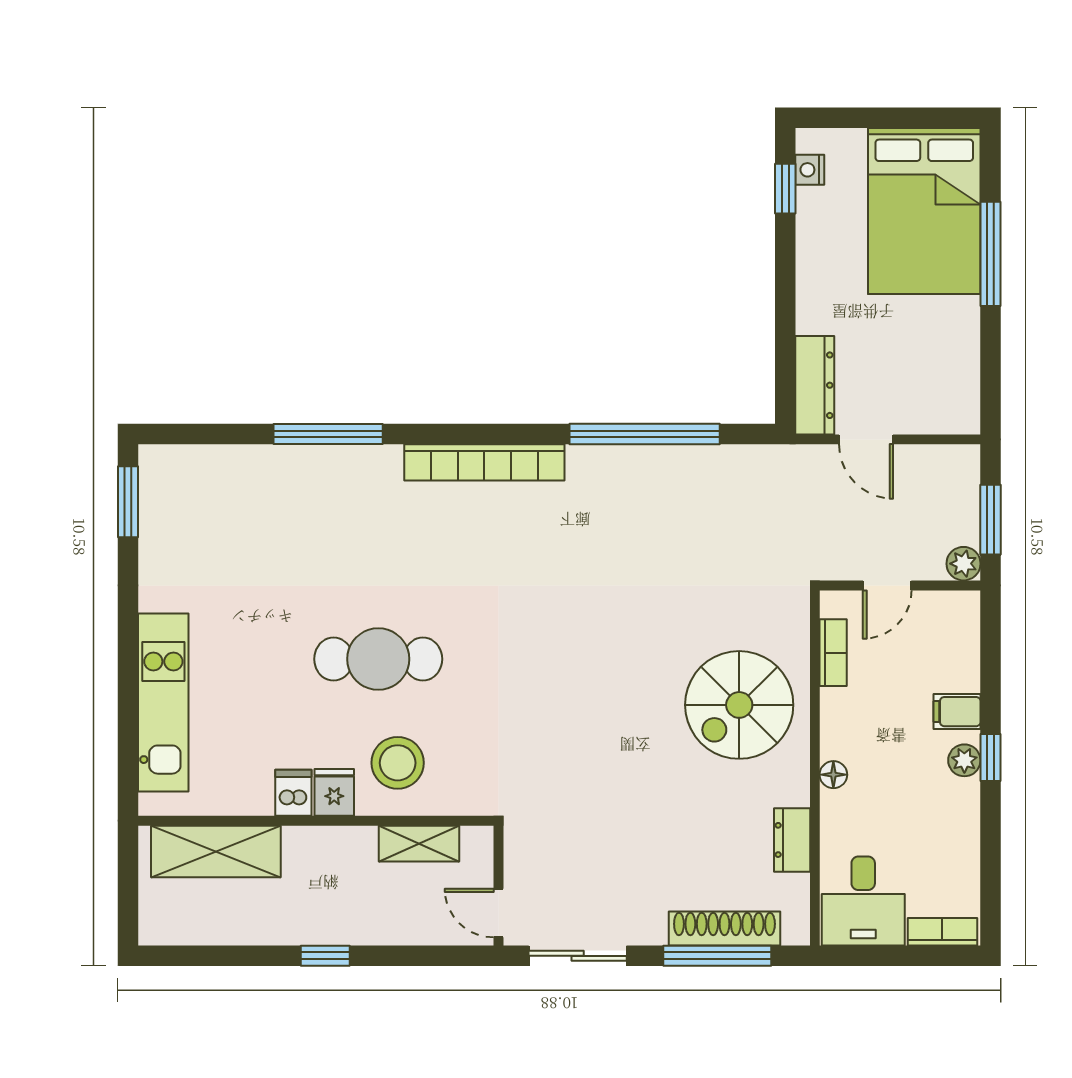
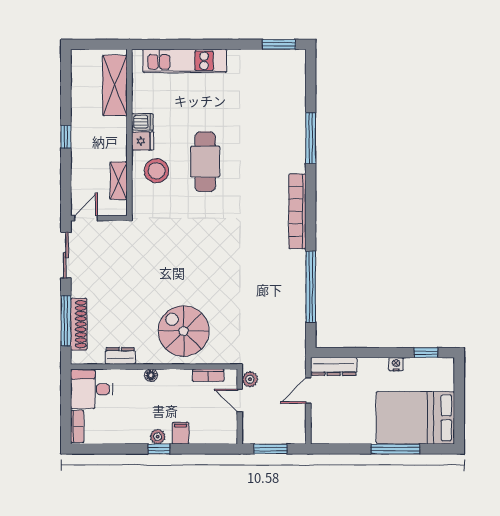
nightstand: (810, 170) -> (396, 364), moved
plant: (963, 564) -> (250, 379), moved

